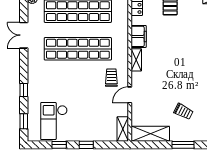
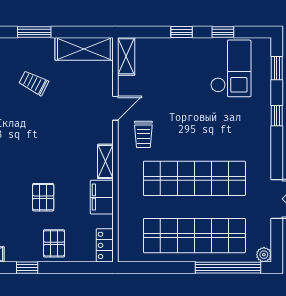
pallet: (177, 36) -> (43, 197), added

